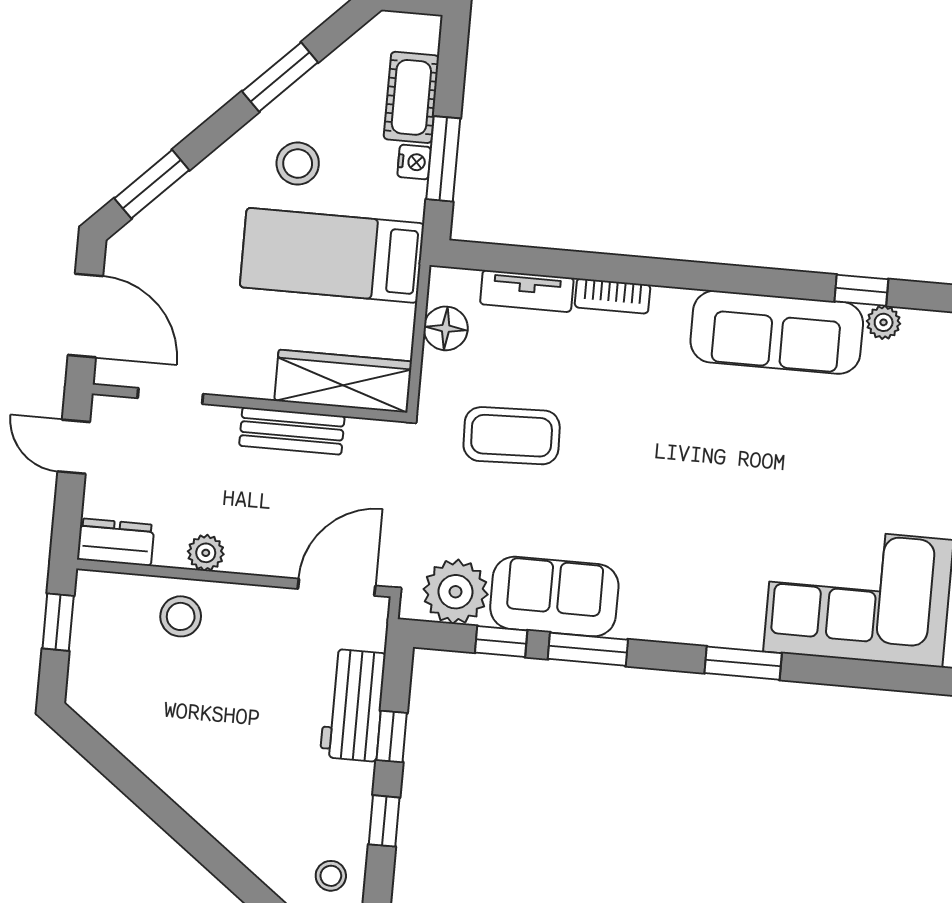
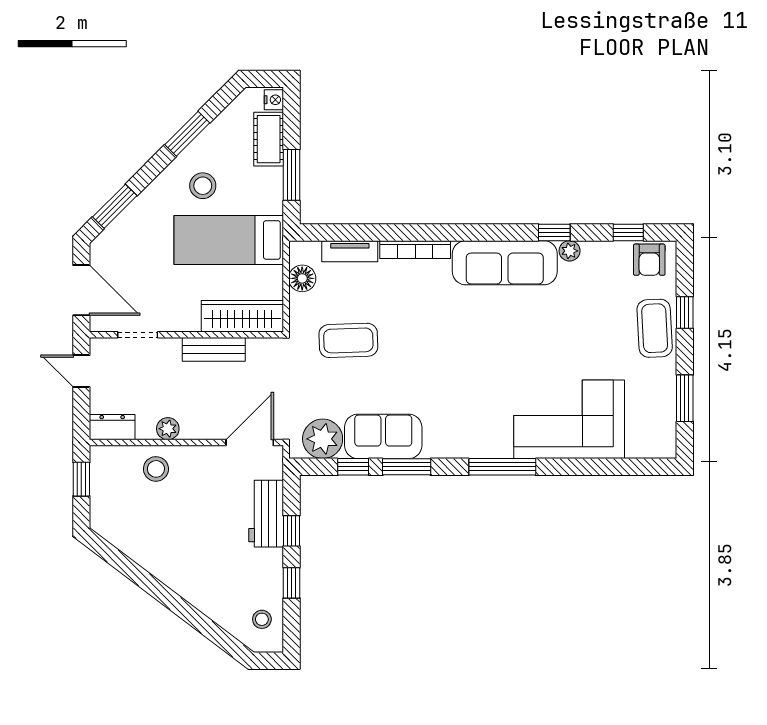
nightstand: (414, 162) -> (274, 100), moved
bookcase: (613, 296) -> (415, 250), width x1.56
window: (743, 663) -> (502, 467), width x1.44

